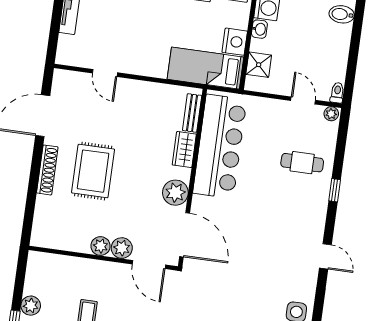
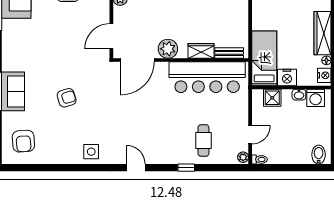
plant: (122, 248) -> (121, 14), removed
door: (325, 256) -> (136, 168), swing flipped

